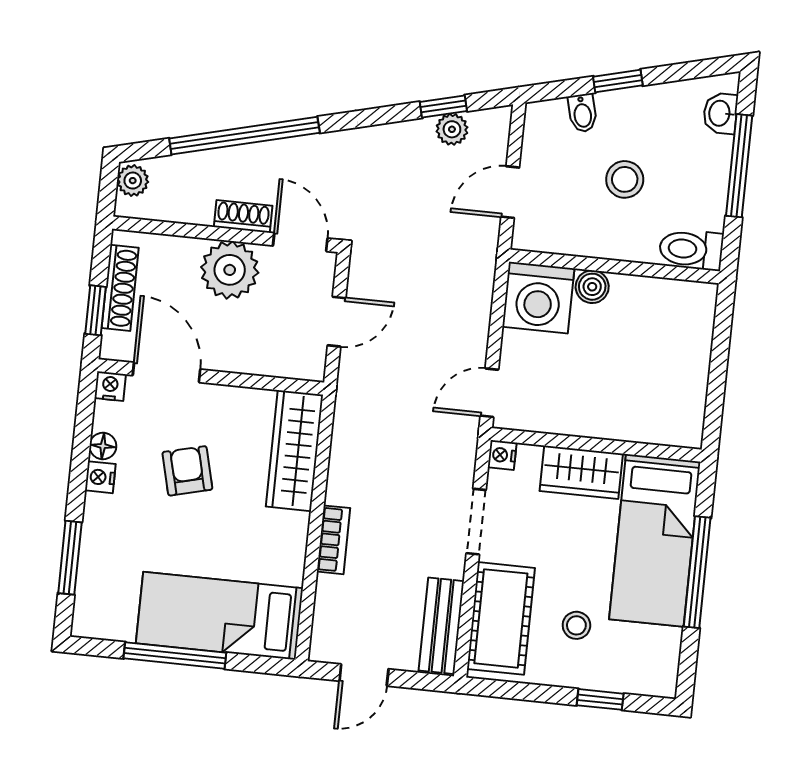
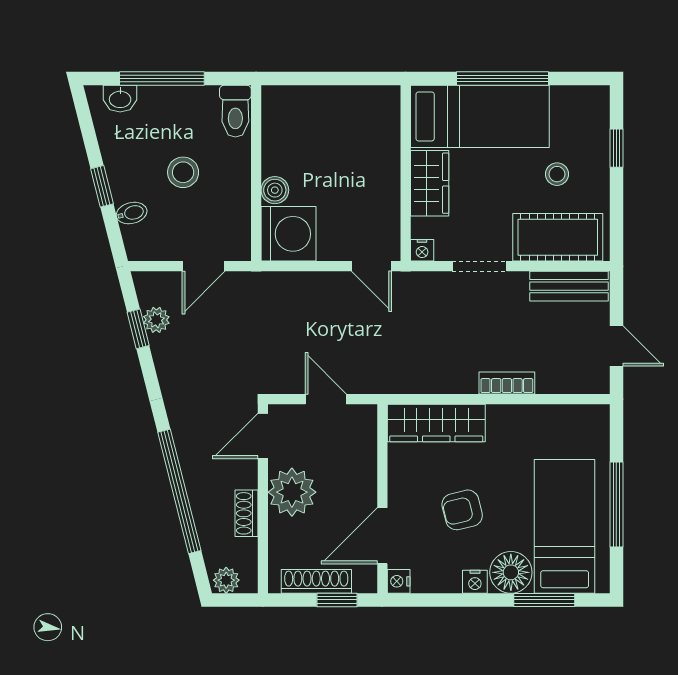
door: (510, 192) -> (203, 266), hinge flipped
shoe rack: (243, 216) -> (246, 513), moved
floor lamp: (103, 446) -> (511, 572), moved, width x1.89, depth x1.89
bed: (219, 616) -> (565, 526), moved, turned 180

